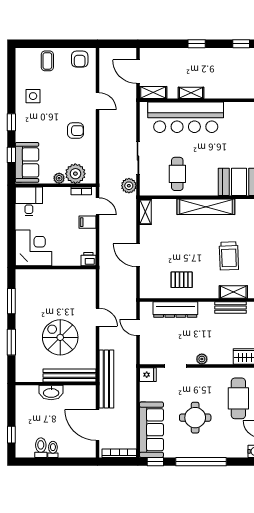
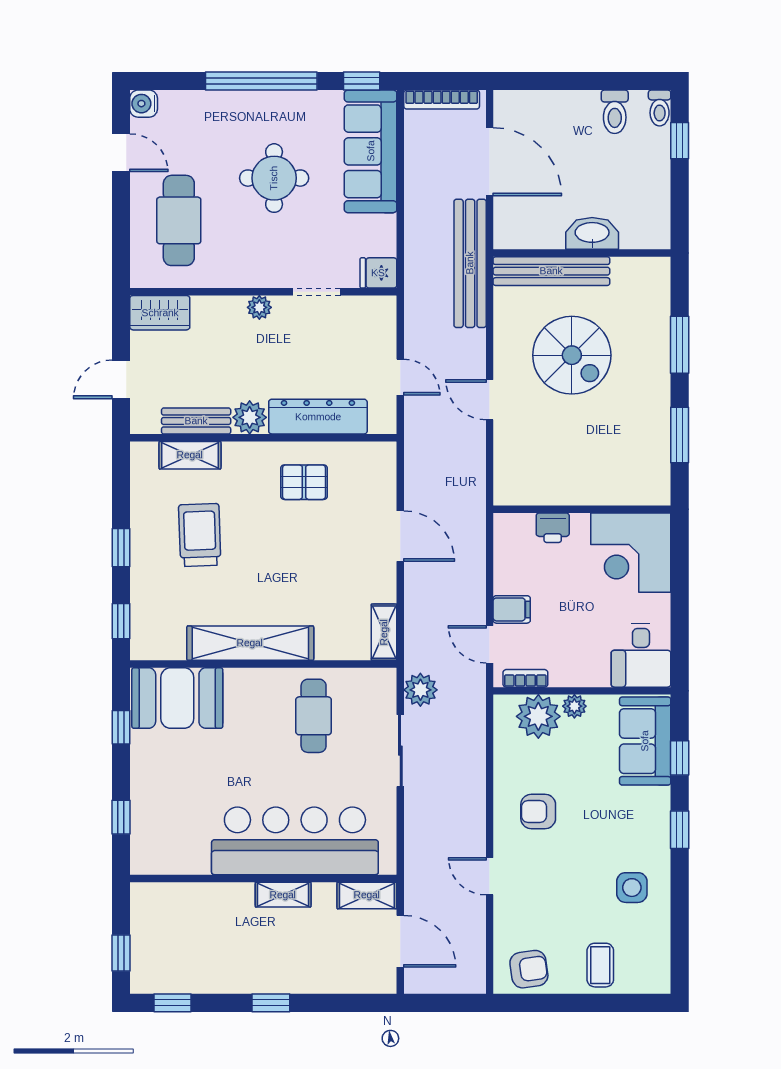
armchair: (80, 59) -> (529, 969), turned 82
printer: (88, 259) -> (553, 528), moved
plant: (206, 309) -> (250, 417), added
toilet: (53, 449) -> (660, 108), moved

